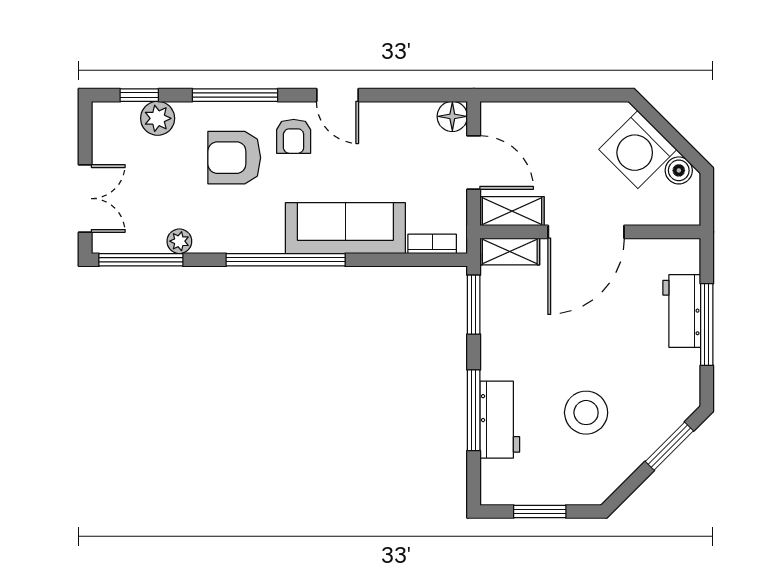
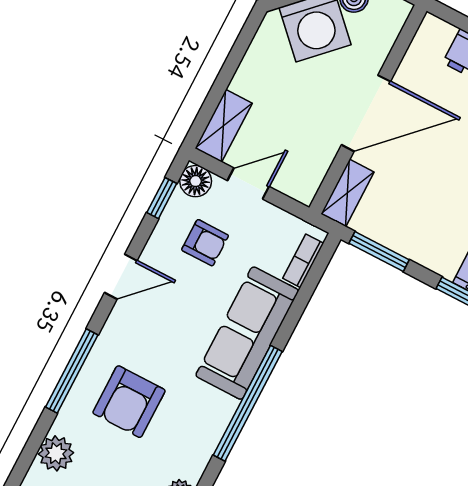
window: (139, 95) -> (162, 198), moved
armchair: (294, 136) -> (205, 243), moved
door: (474, 163) -> (248, 183), width x0.73
shelving: (512, 211) -> (224, 126), moved
door: (586, 232) -> (366, 113), hinge flipped

